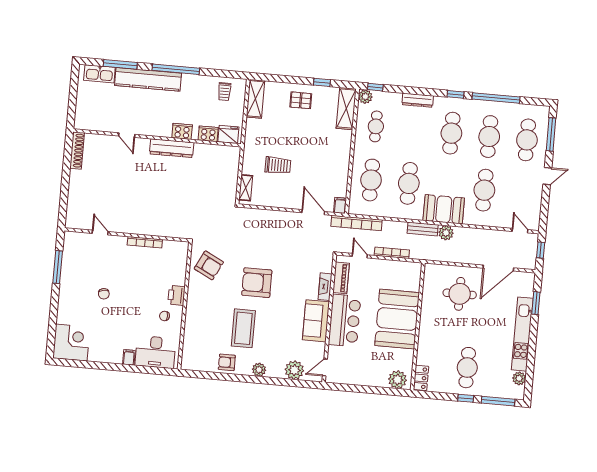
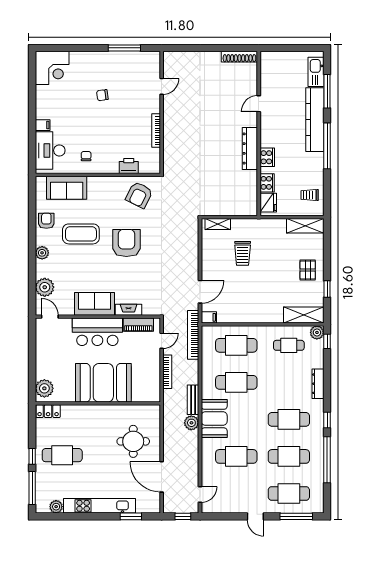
printer: (176, 295) -> (129, 166), moved
sofa: (195, 339) -> (67, 188), added

